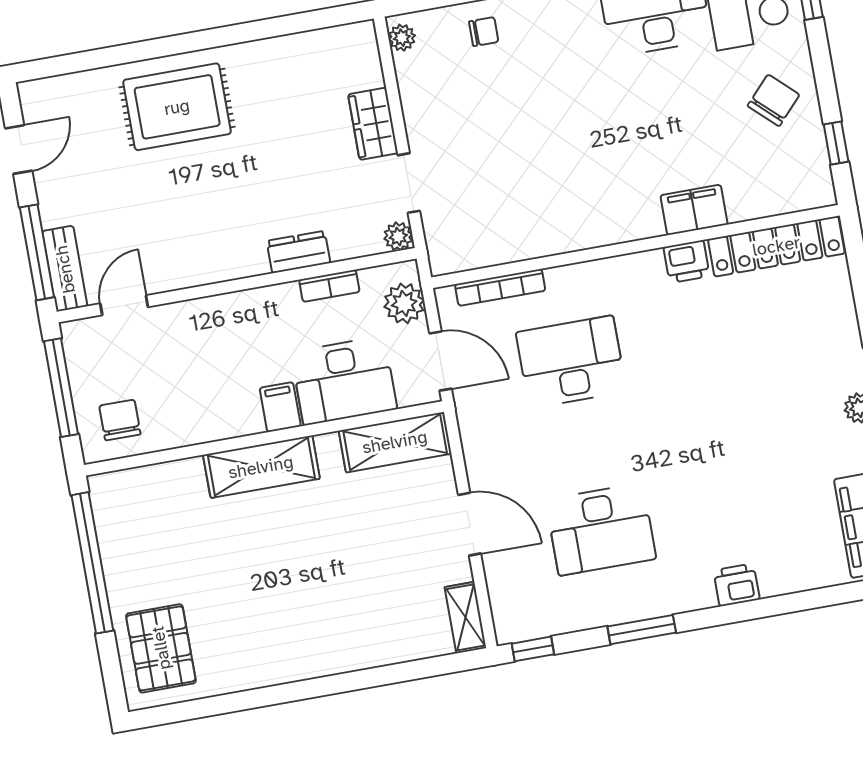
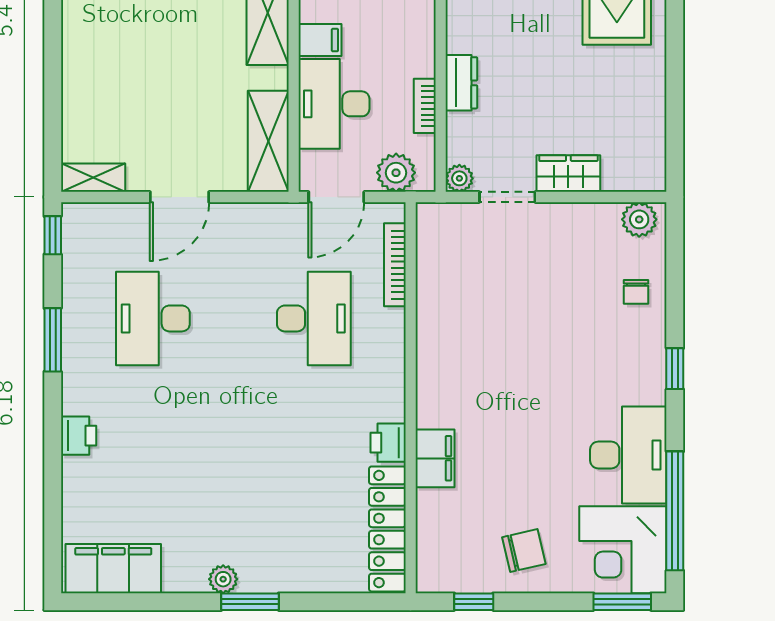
plant: (402, 38) -> (639, 219), width x1.38, depth x1.38
chair: (774, 100) -> (524, 551), turned -56

